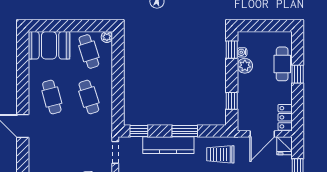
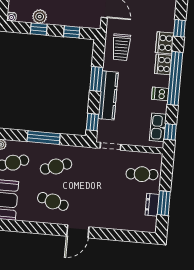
window: (232, 50) -> (39, 29), moved
water cooler: (242, 52) -> (11, 17), moved
window: (118, 81) -> (44, 138), added
cafe table: (52, 97) -> (53, 201), turned 30

